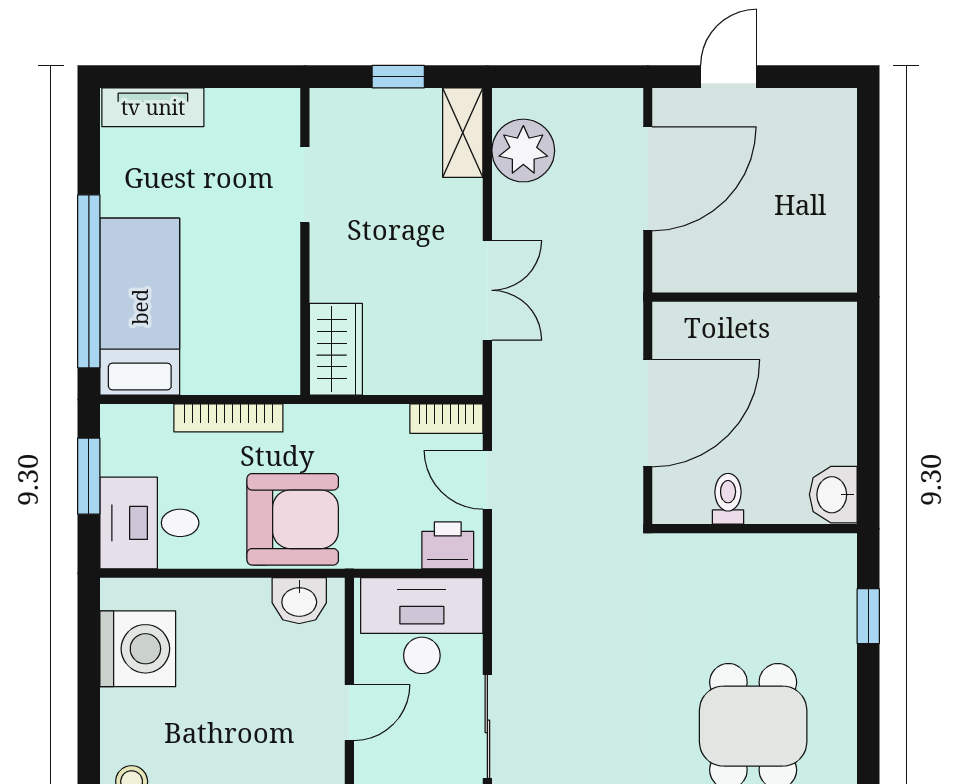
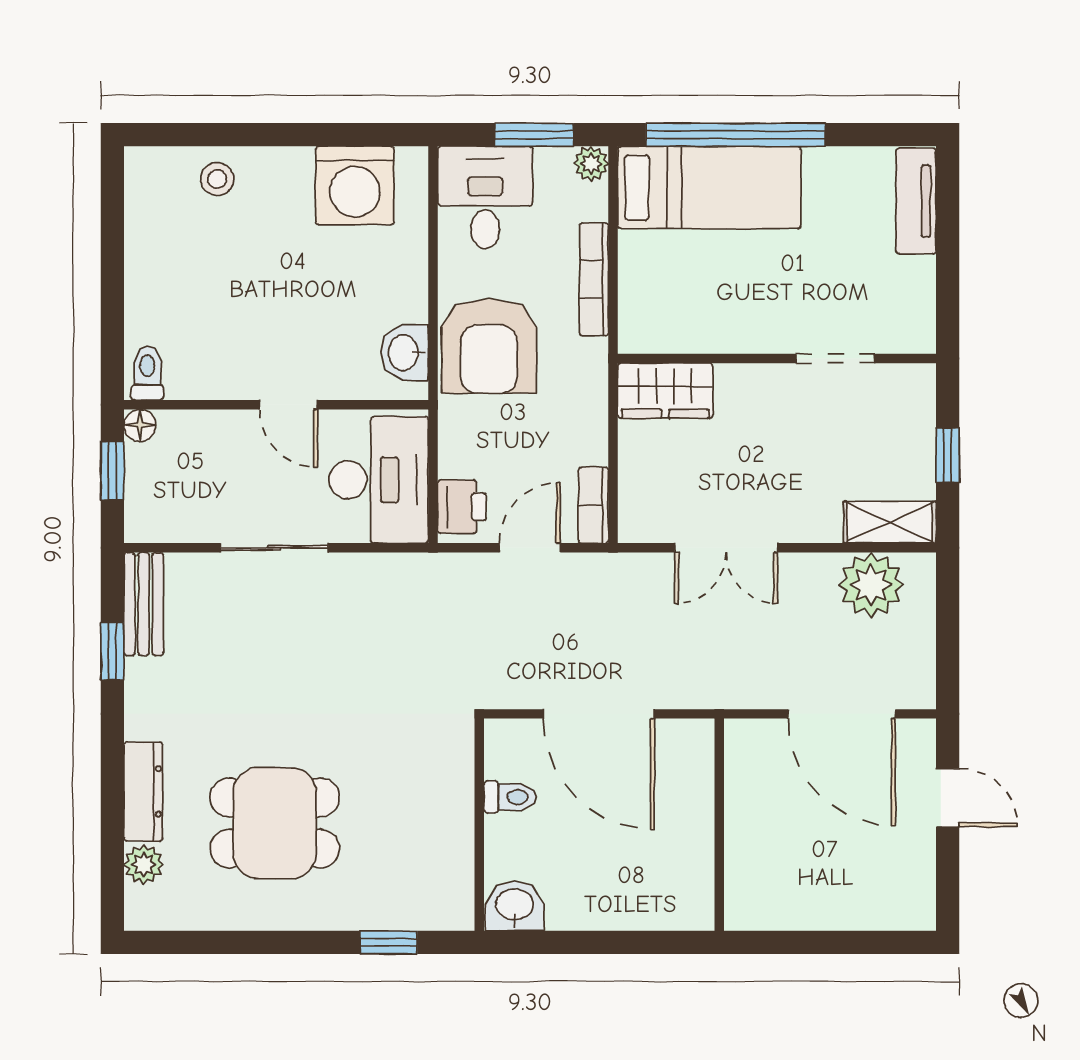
plant: (117, 421) -> (591, 164), added

